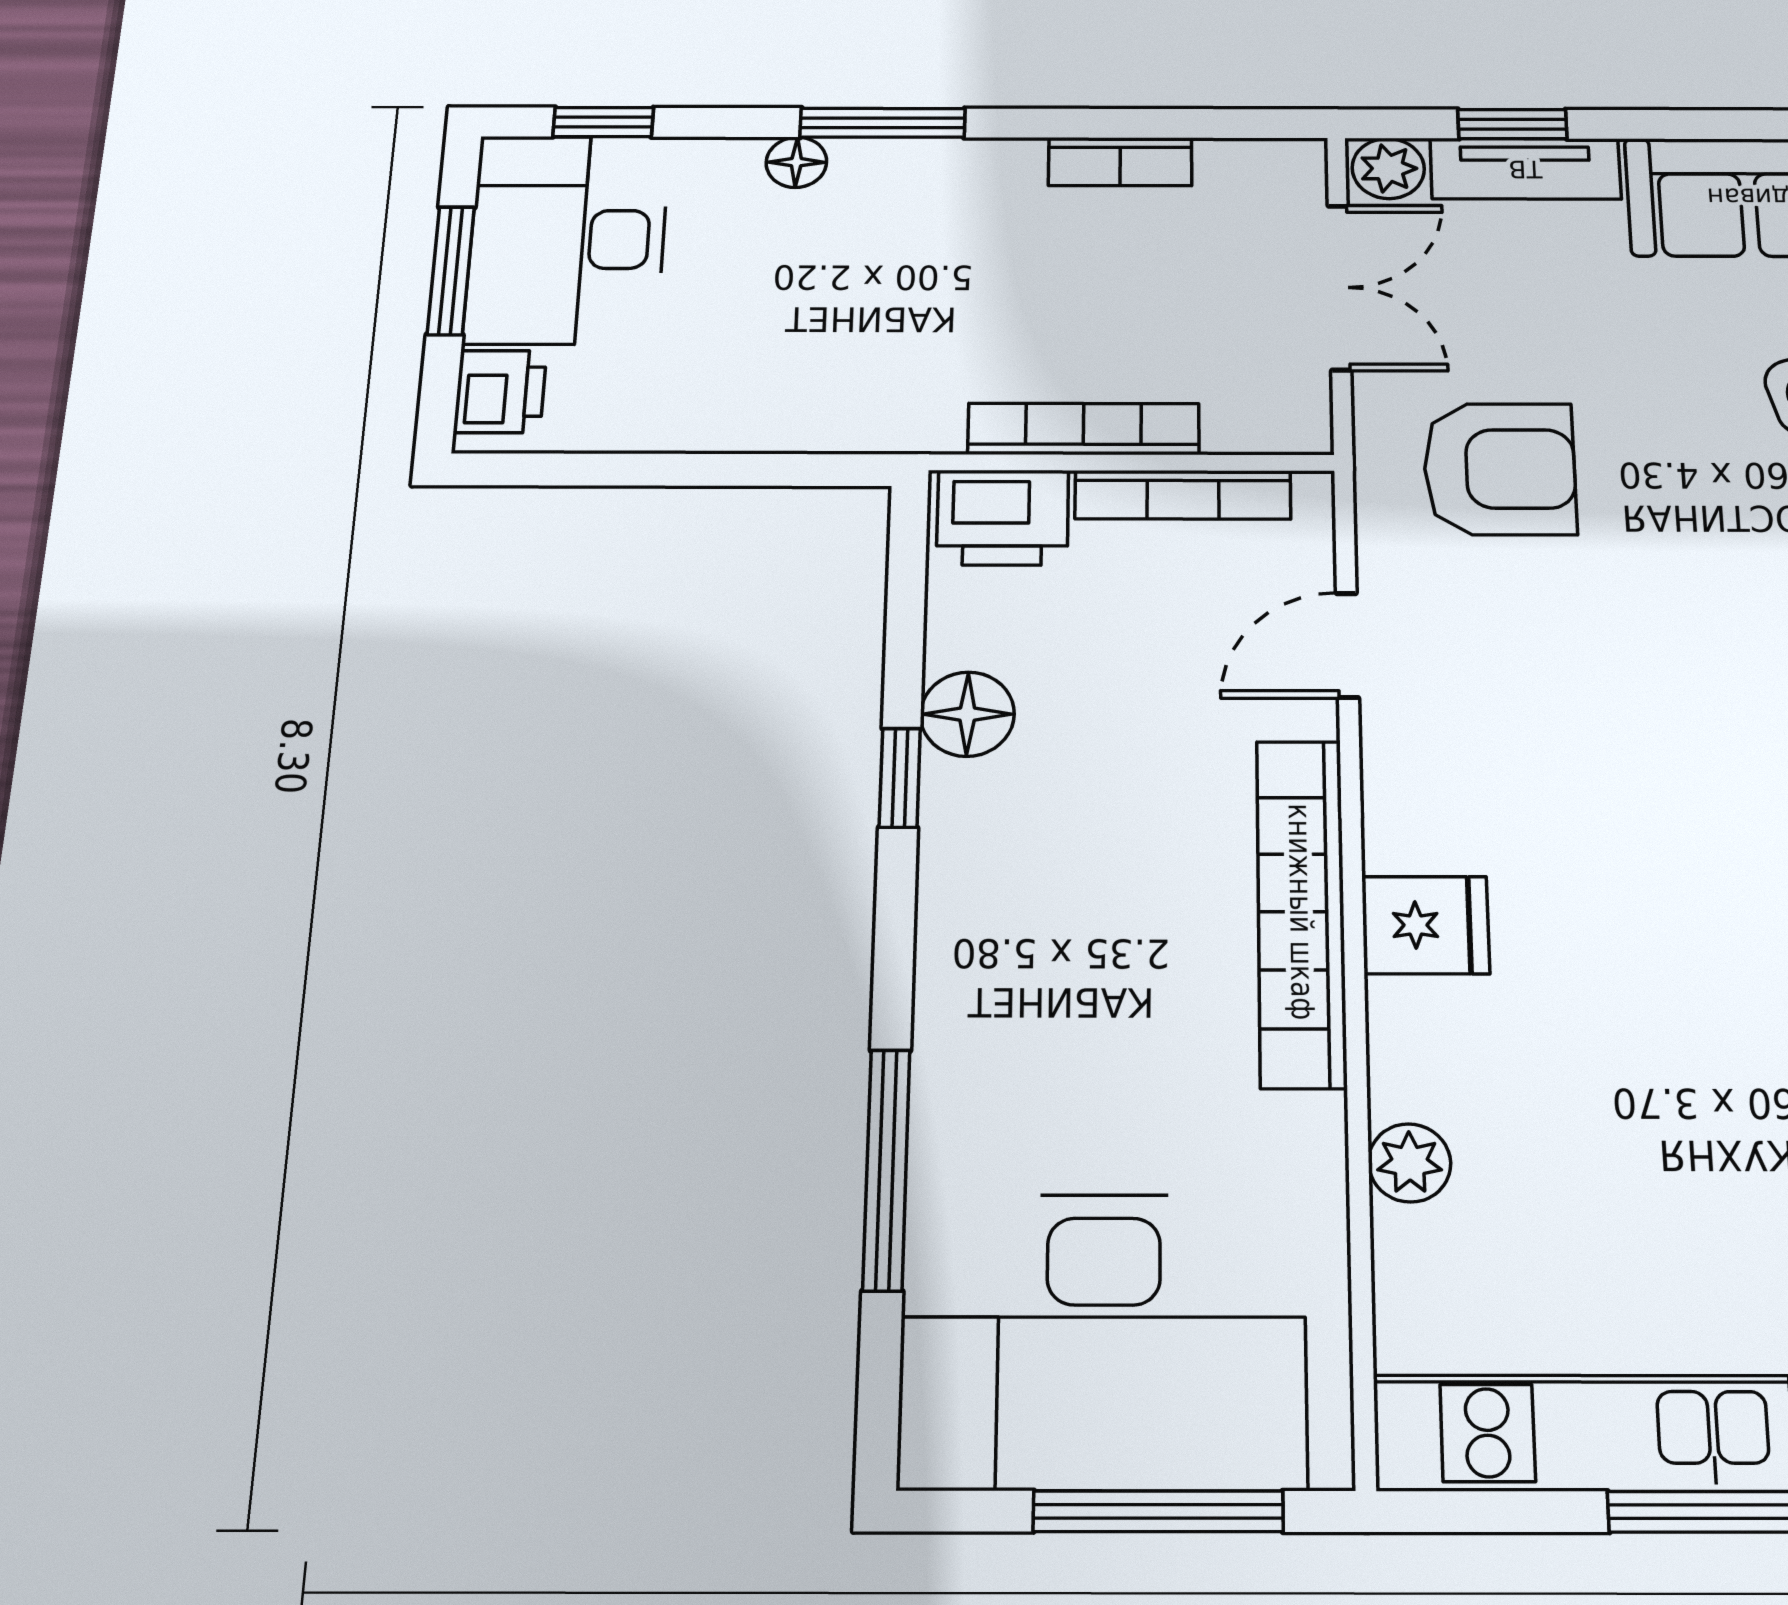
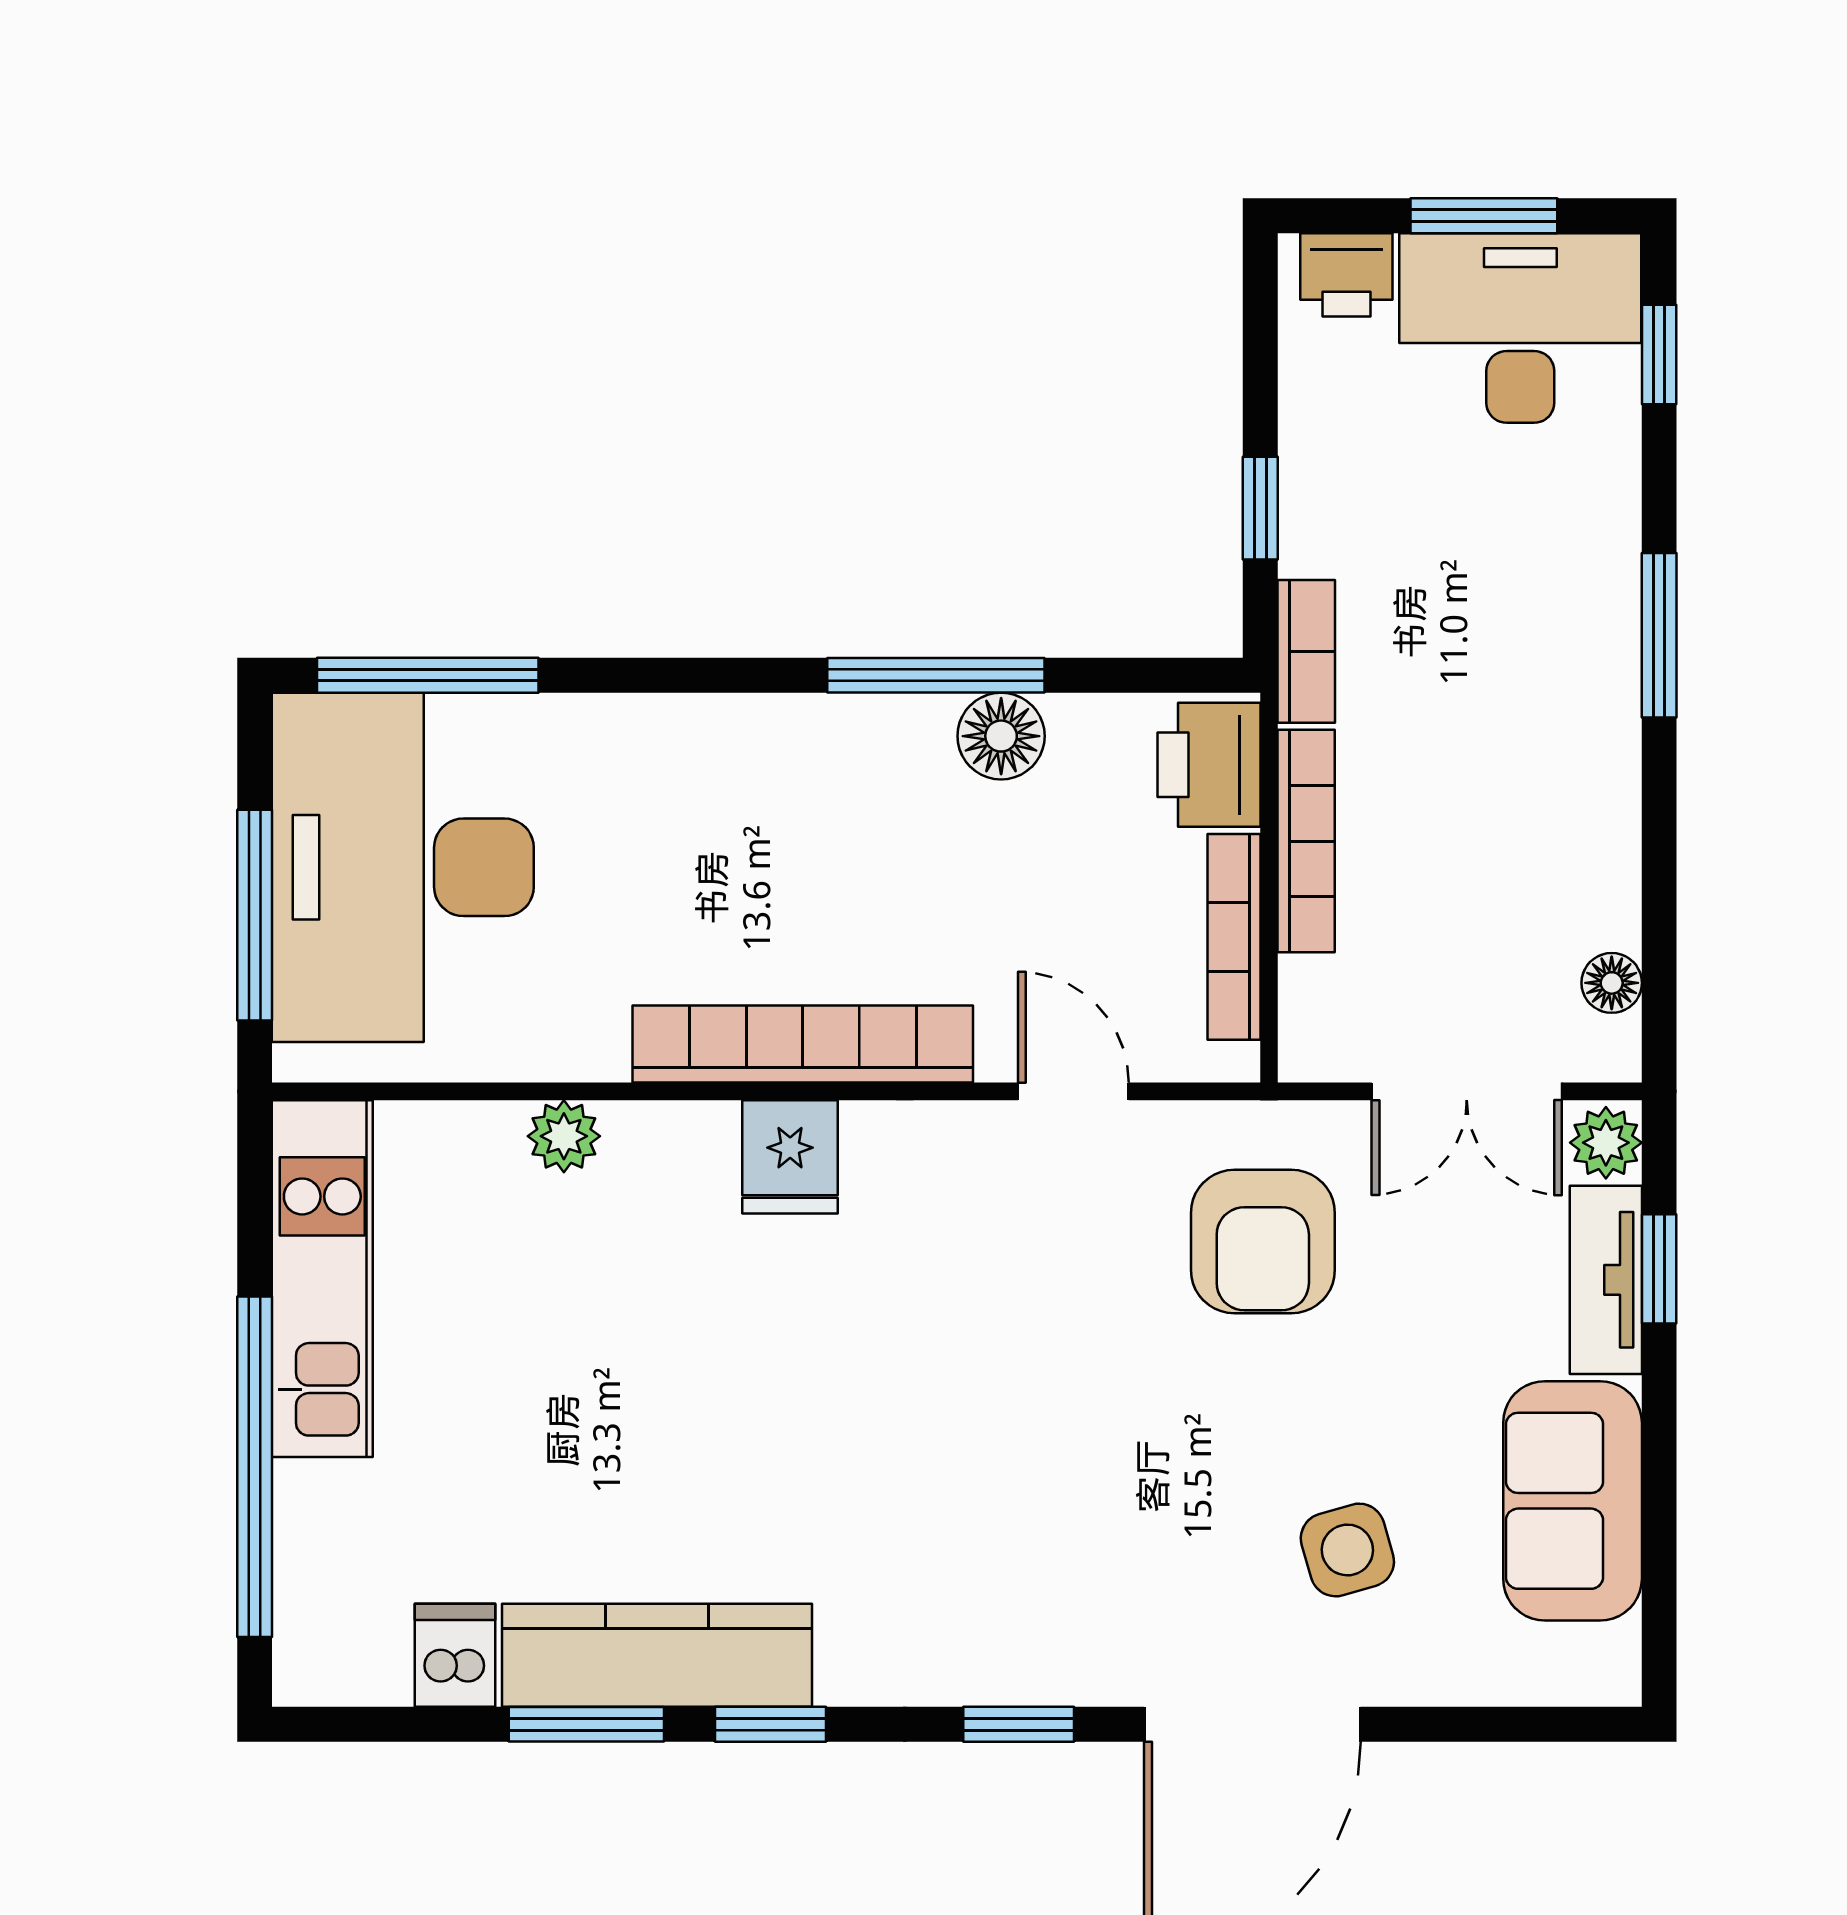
floor lamp: (796, 162) -> (1612, 983), moved
bookcase: (1120, 162) -> (1306, 651), moved, turned 180
window: (736, 470) -> (1260, 508), added
window: (900, 778) -> (936, 675), width x2.17
window: (886, 1169) -> (428, 675), moved

